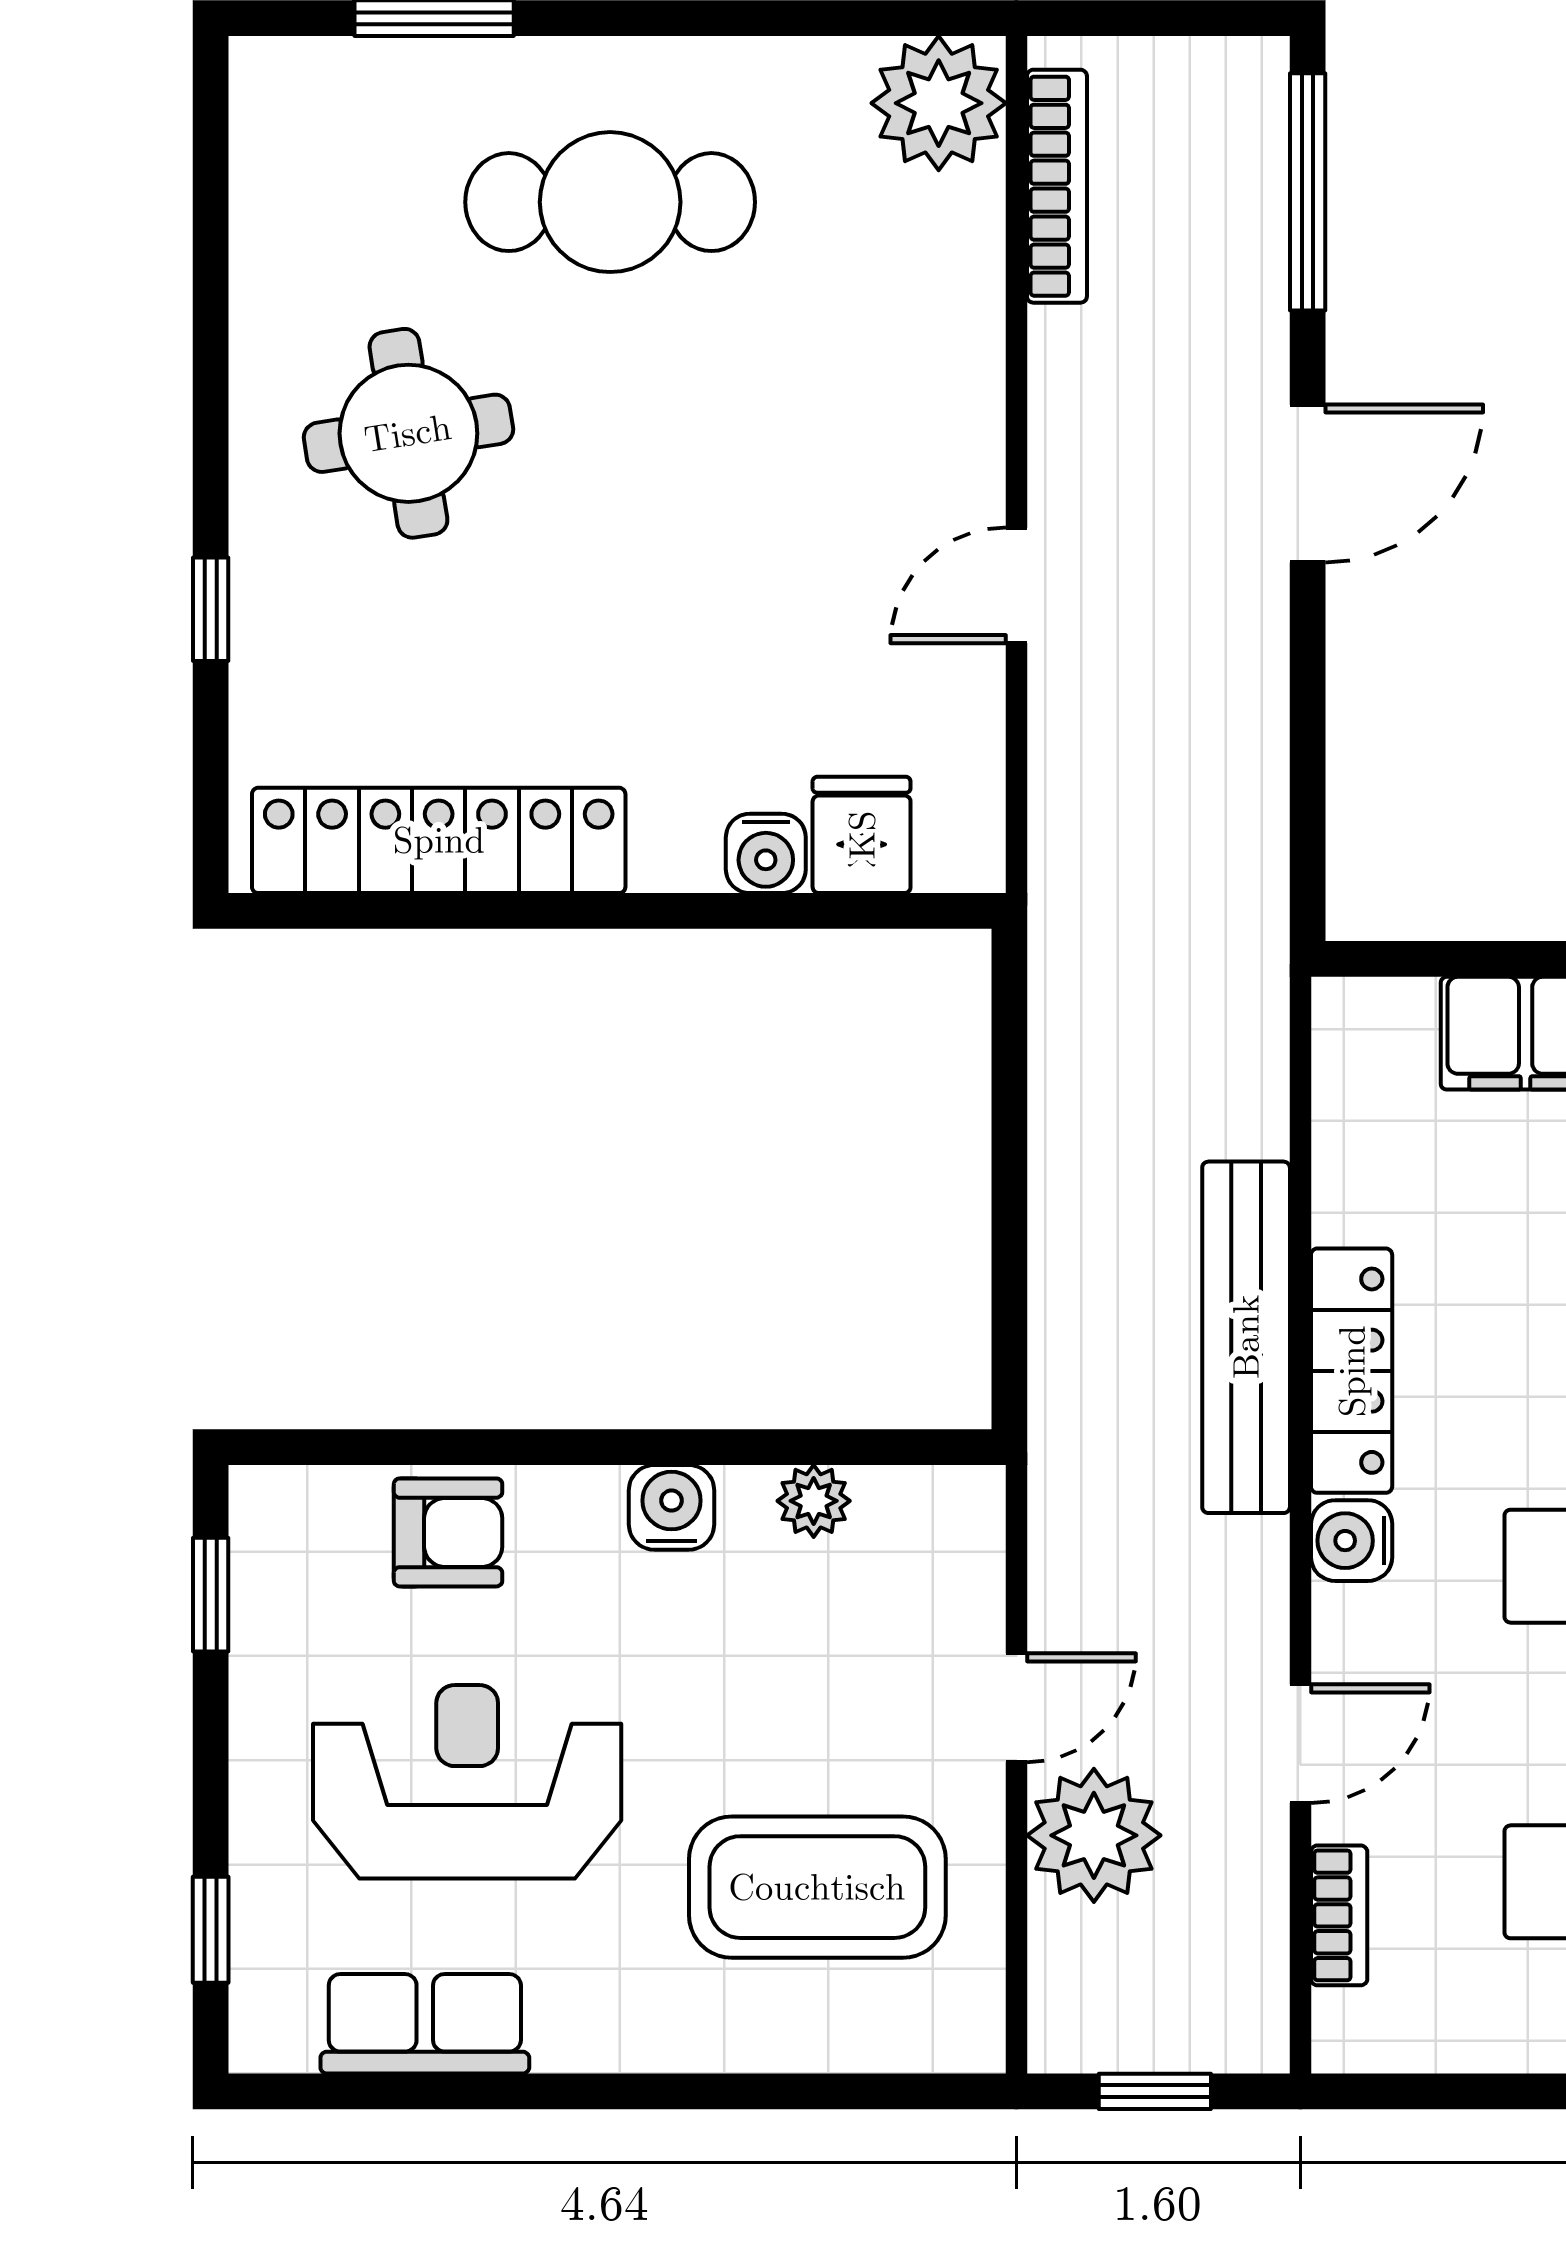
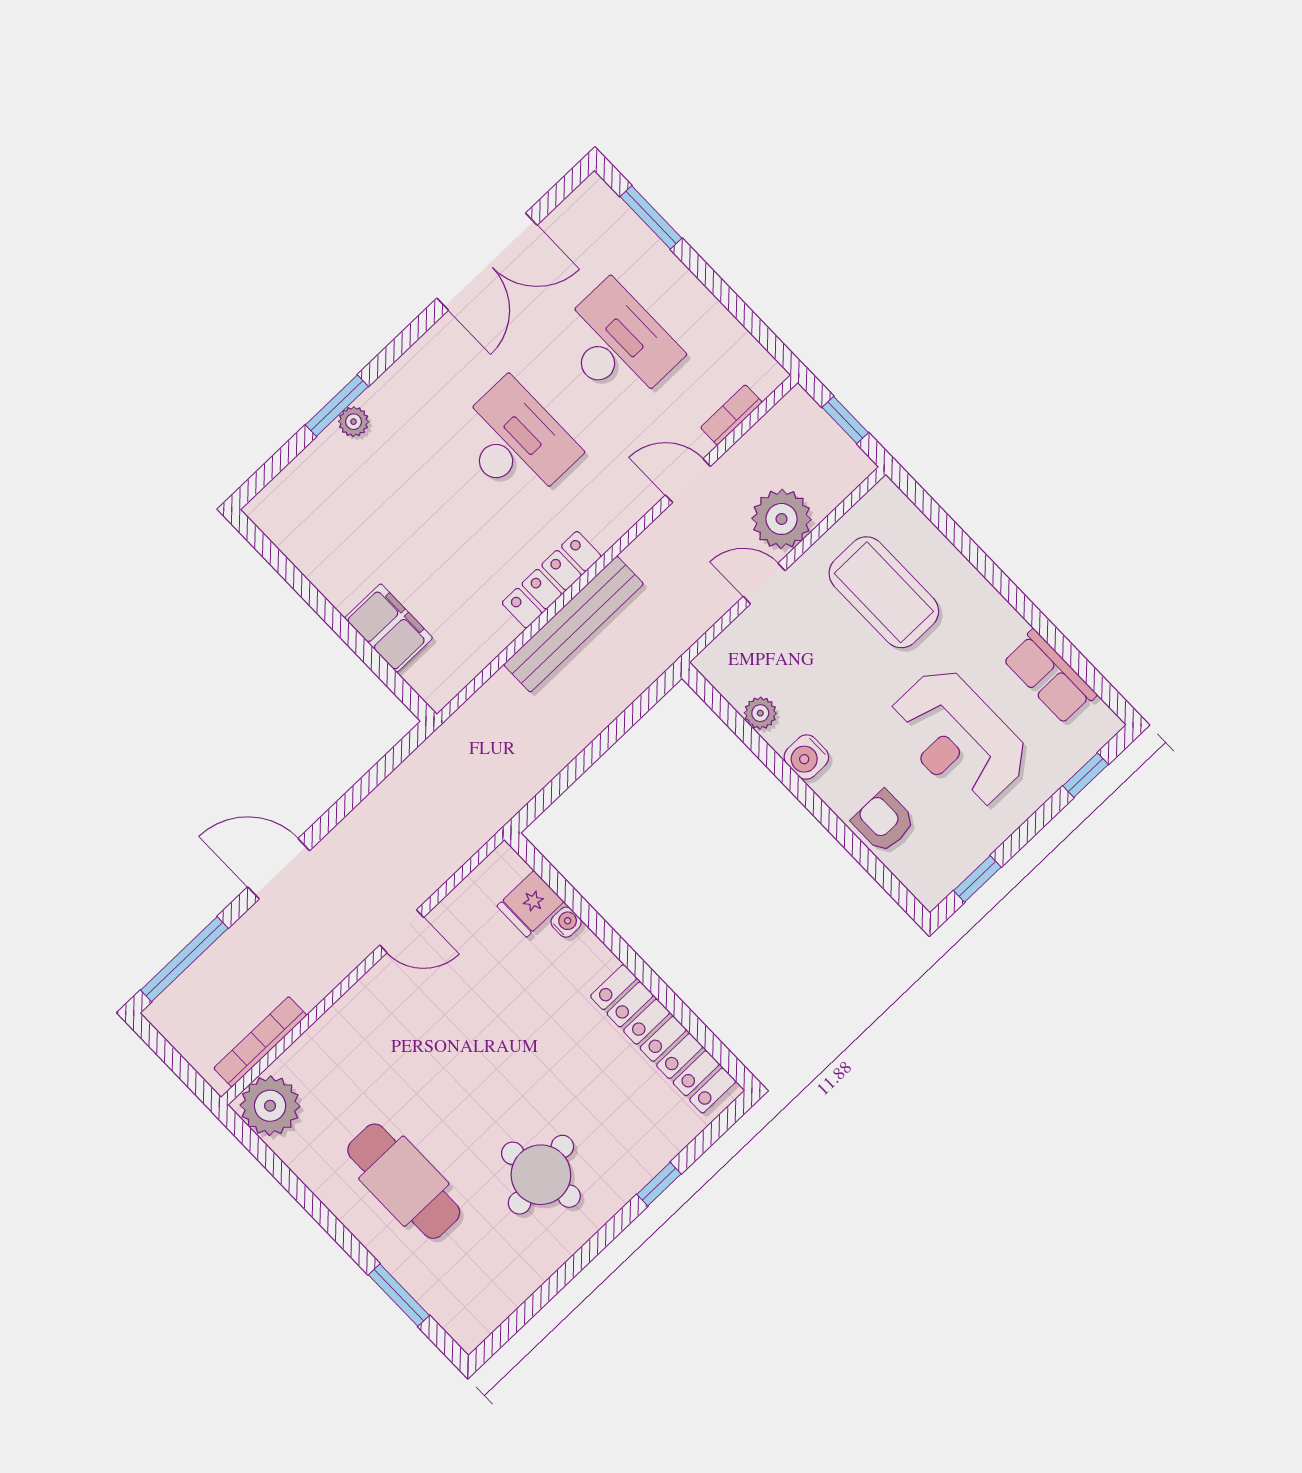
water cooler: (766, 853) -> (566, 922), width x0.72, depth x0.72
water cooler: (1352, 1541) -> (606, 527), removed

